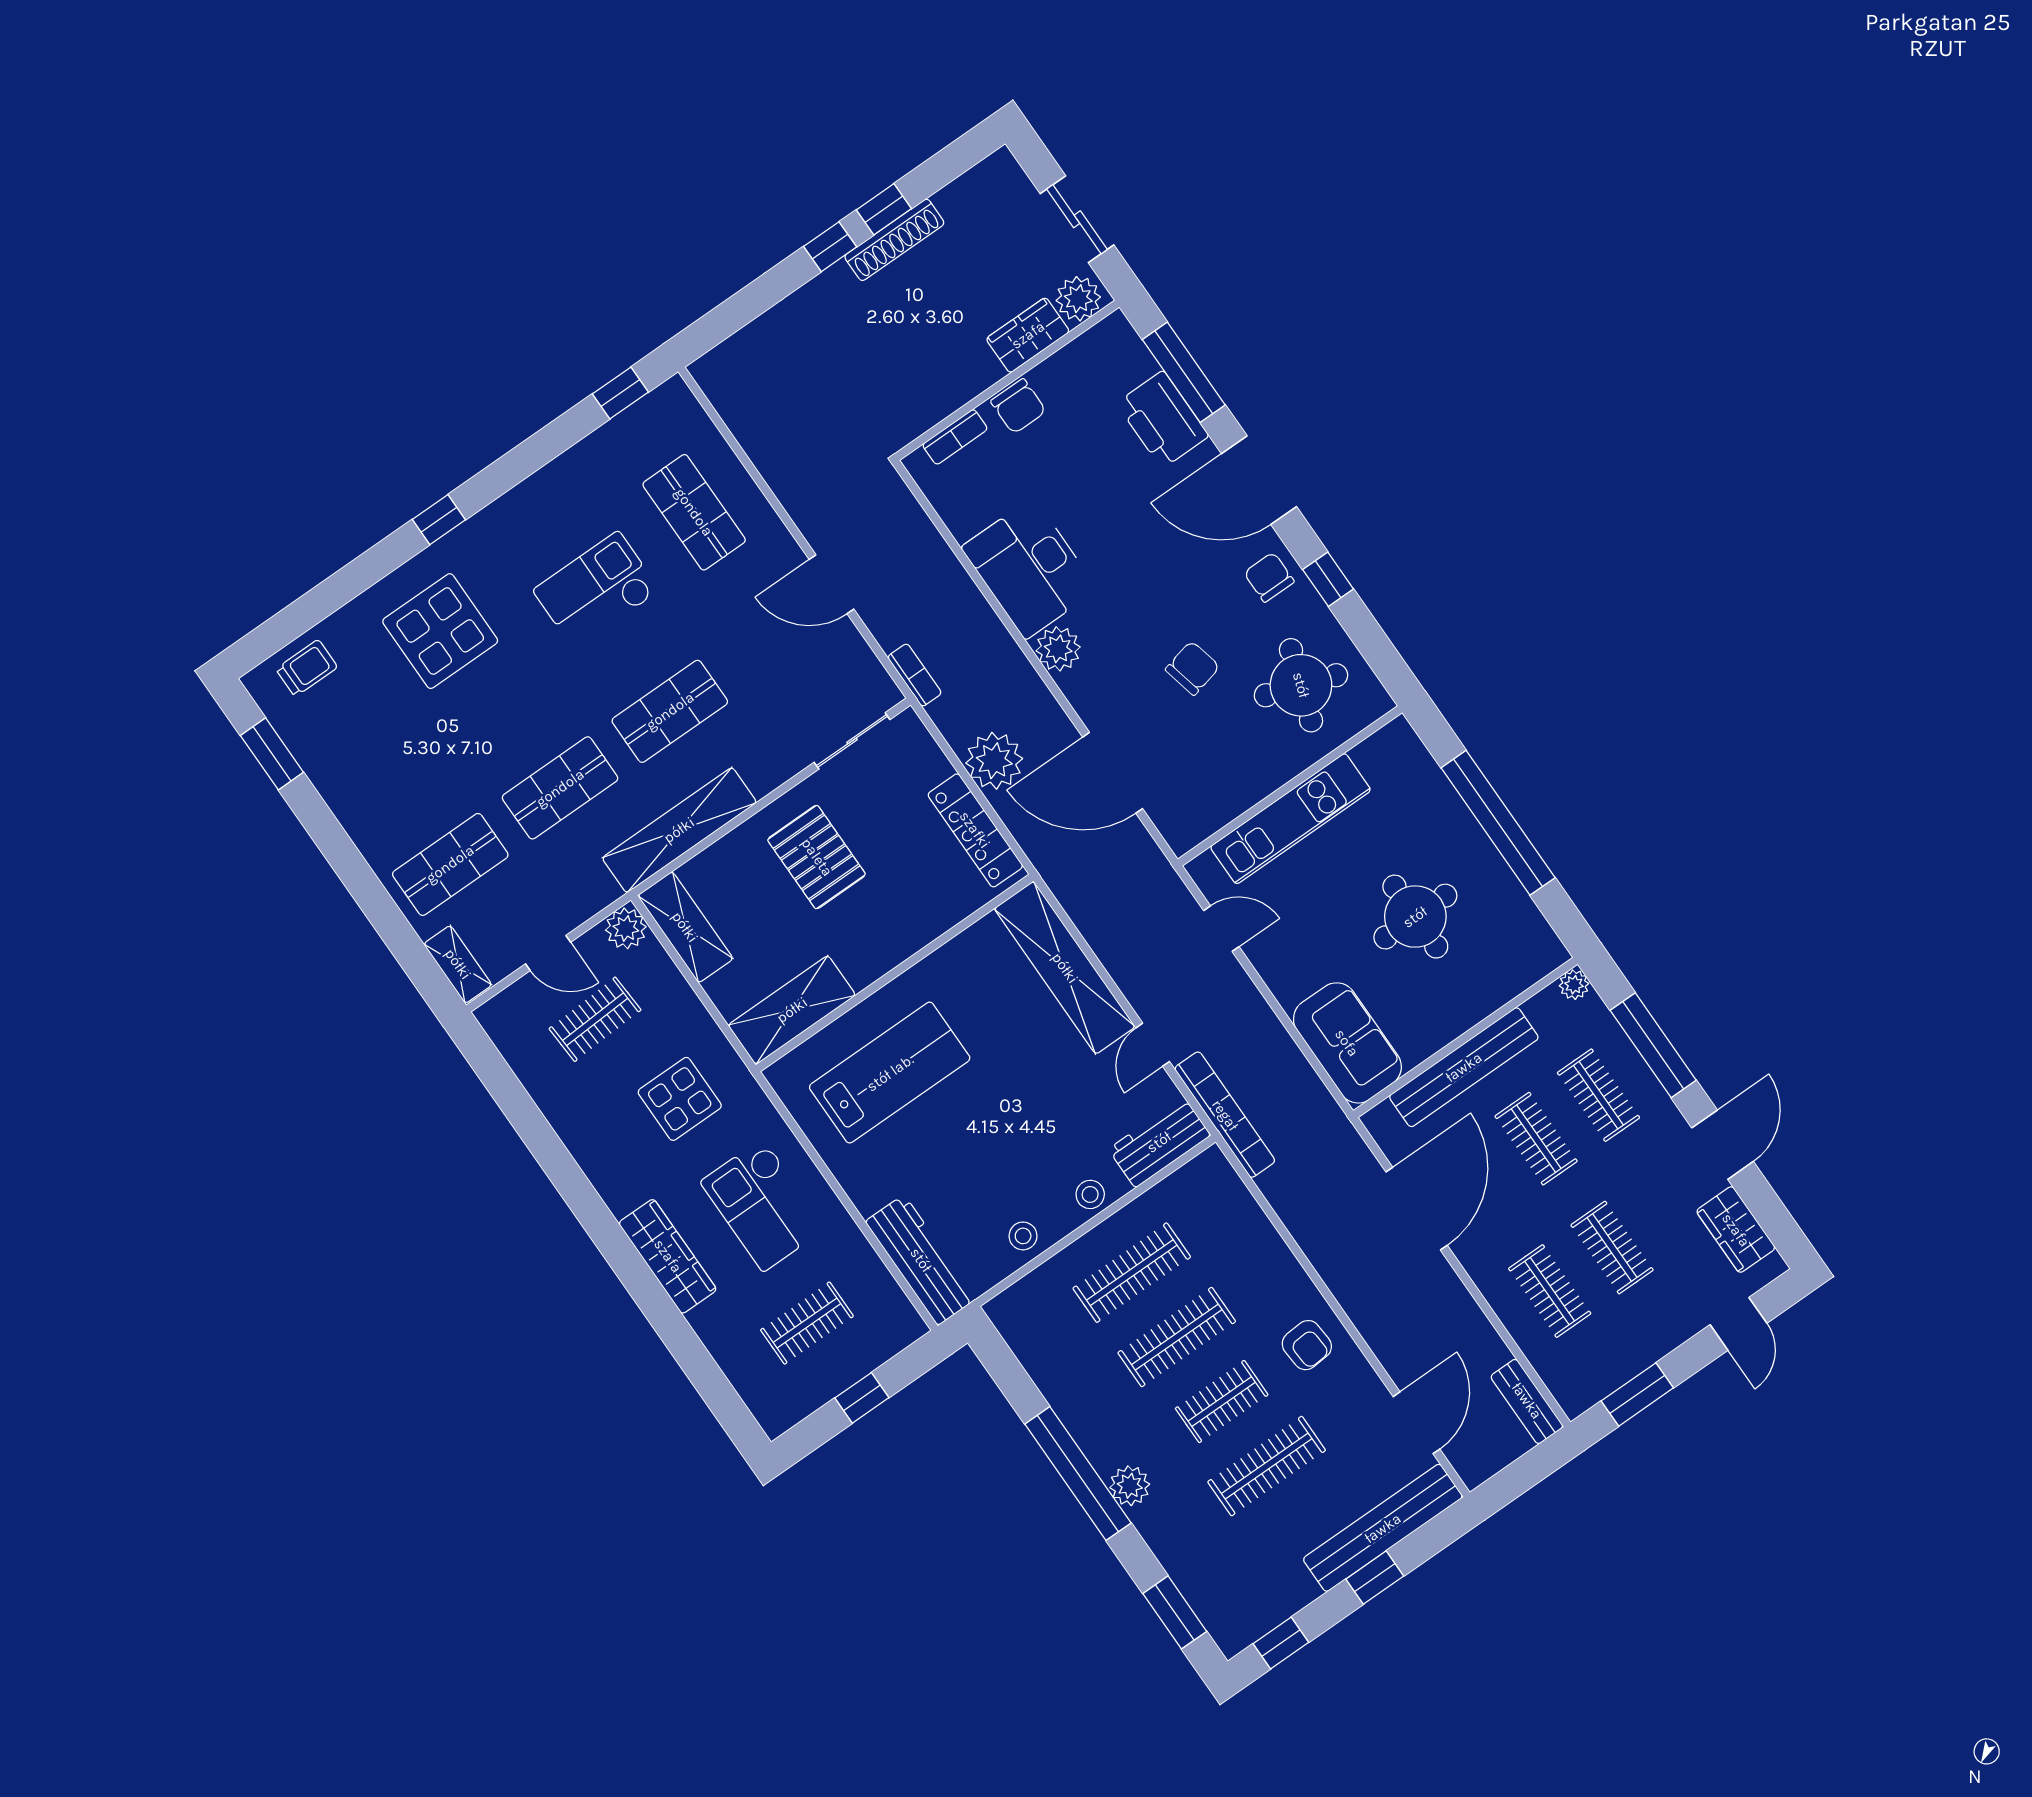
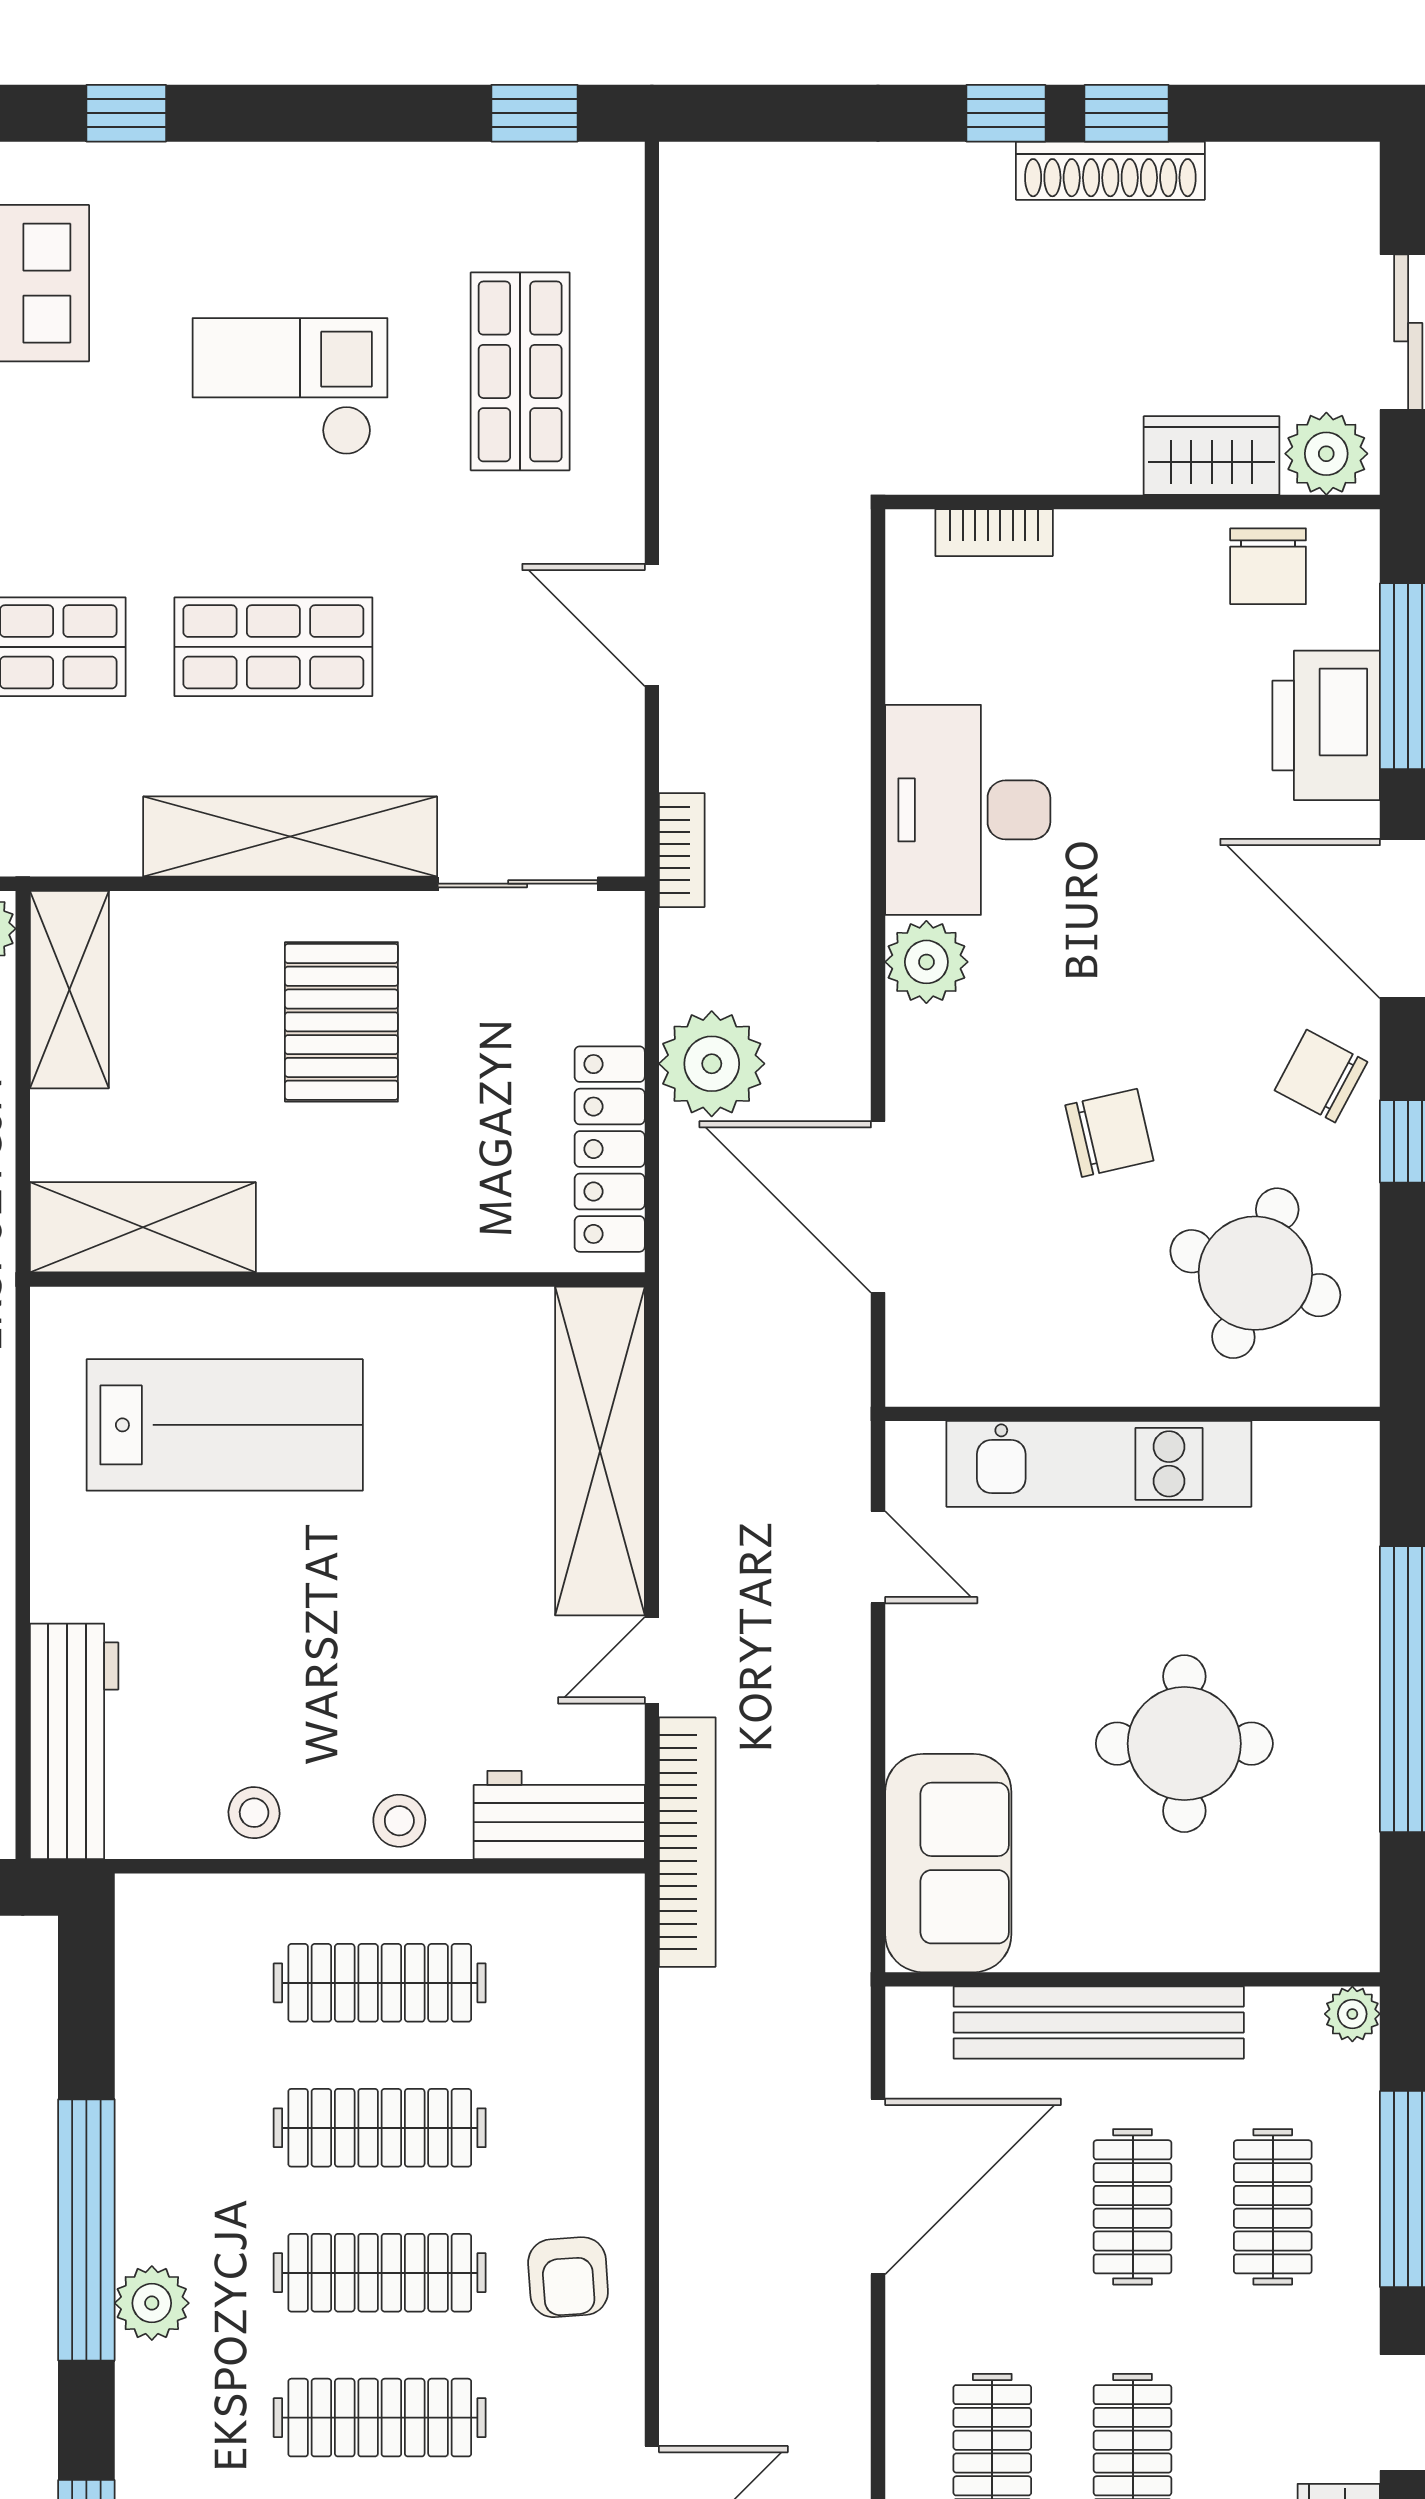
chair: (1018, 406) -> (1268, 566), moved
chair: (1269, 577) -> (1321, 1076), turned -62
shelving: (679, 830) -> (290, 837), moved
clothes rail: (1222, 1402) -> (380, 2273), width x1.36

